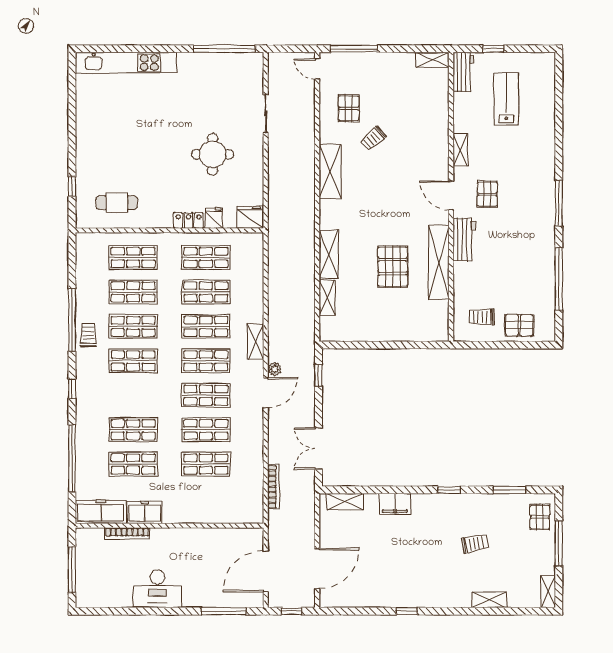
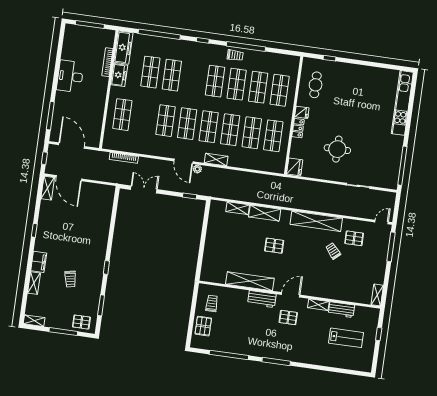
workbench: (463, 72) -> (341, 310), moved
shelving: (330, 171) -> (316, 221), width x1.47
fridge: (214, 218) -> (302, 112), moved
pallet: (393, 267) -> (274, 246), moved, width x0.67, depth x0.71
shop shelf: (206, 464) -> (122, 115), moved
shelving: (345, 502) -> (48, 188), moved
filing cabinet: (395, 504) -> (39, 262), moved, turned 180

